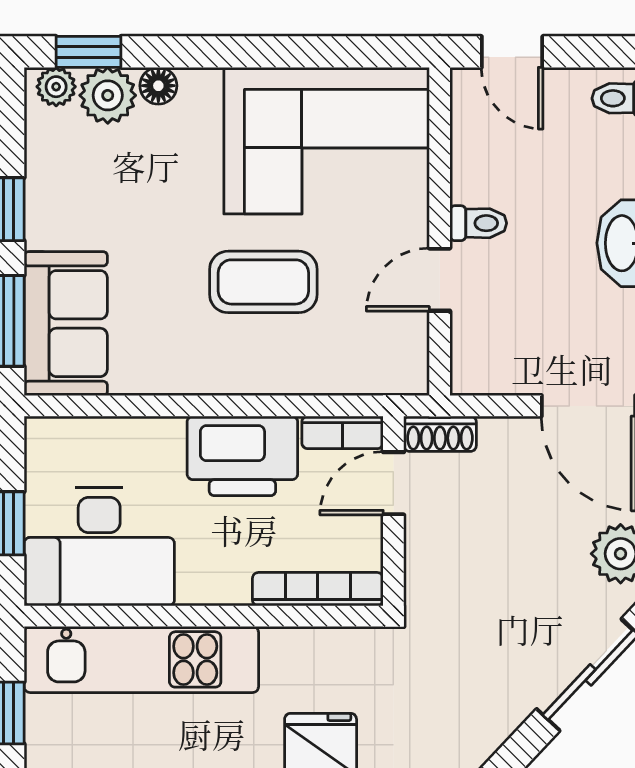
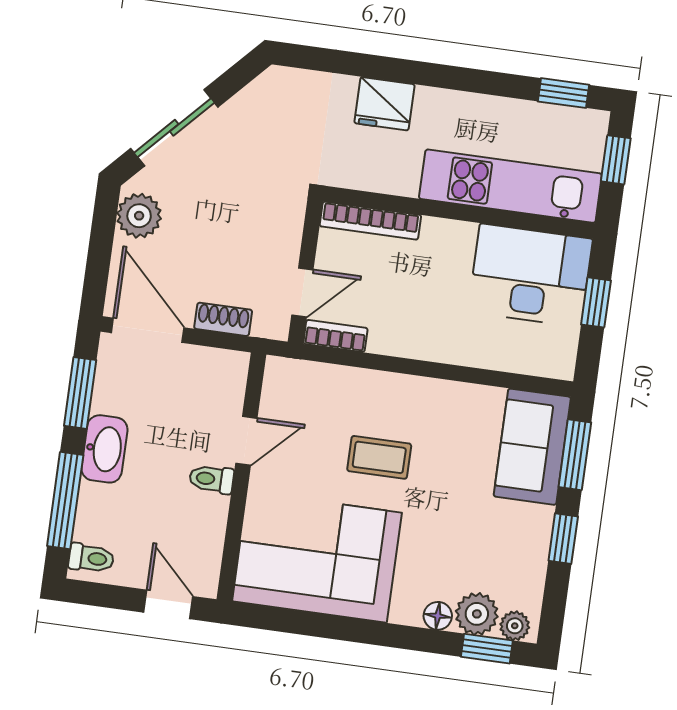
coffee table: (263, 282) -> (379, 457), width x0.73, depth x0.77
shoe rack: (440, 434) -> (223, 319), moved
printer: (242, 456) -> (413, 329), removed

